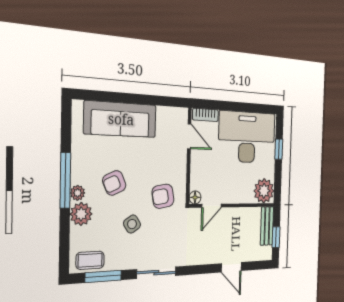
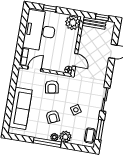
armchair: (163, 196) -> (52, 87), moved

